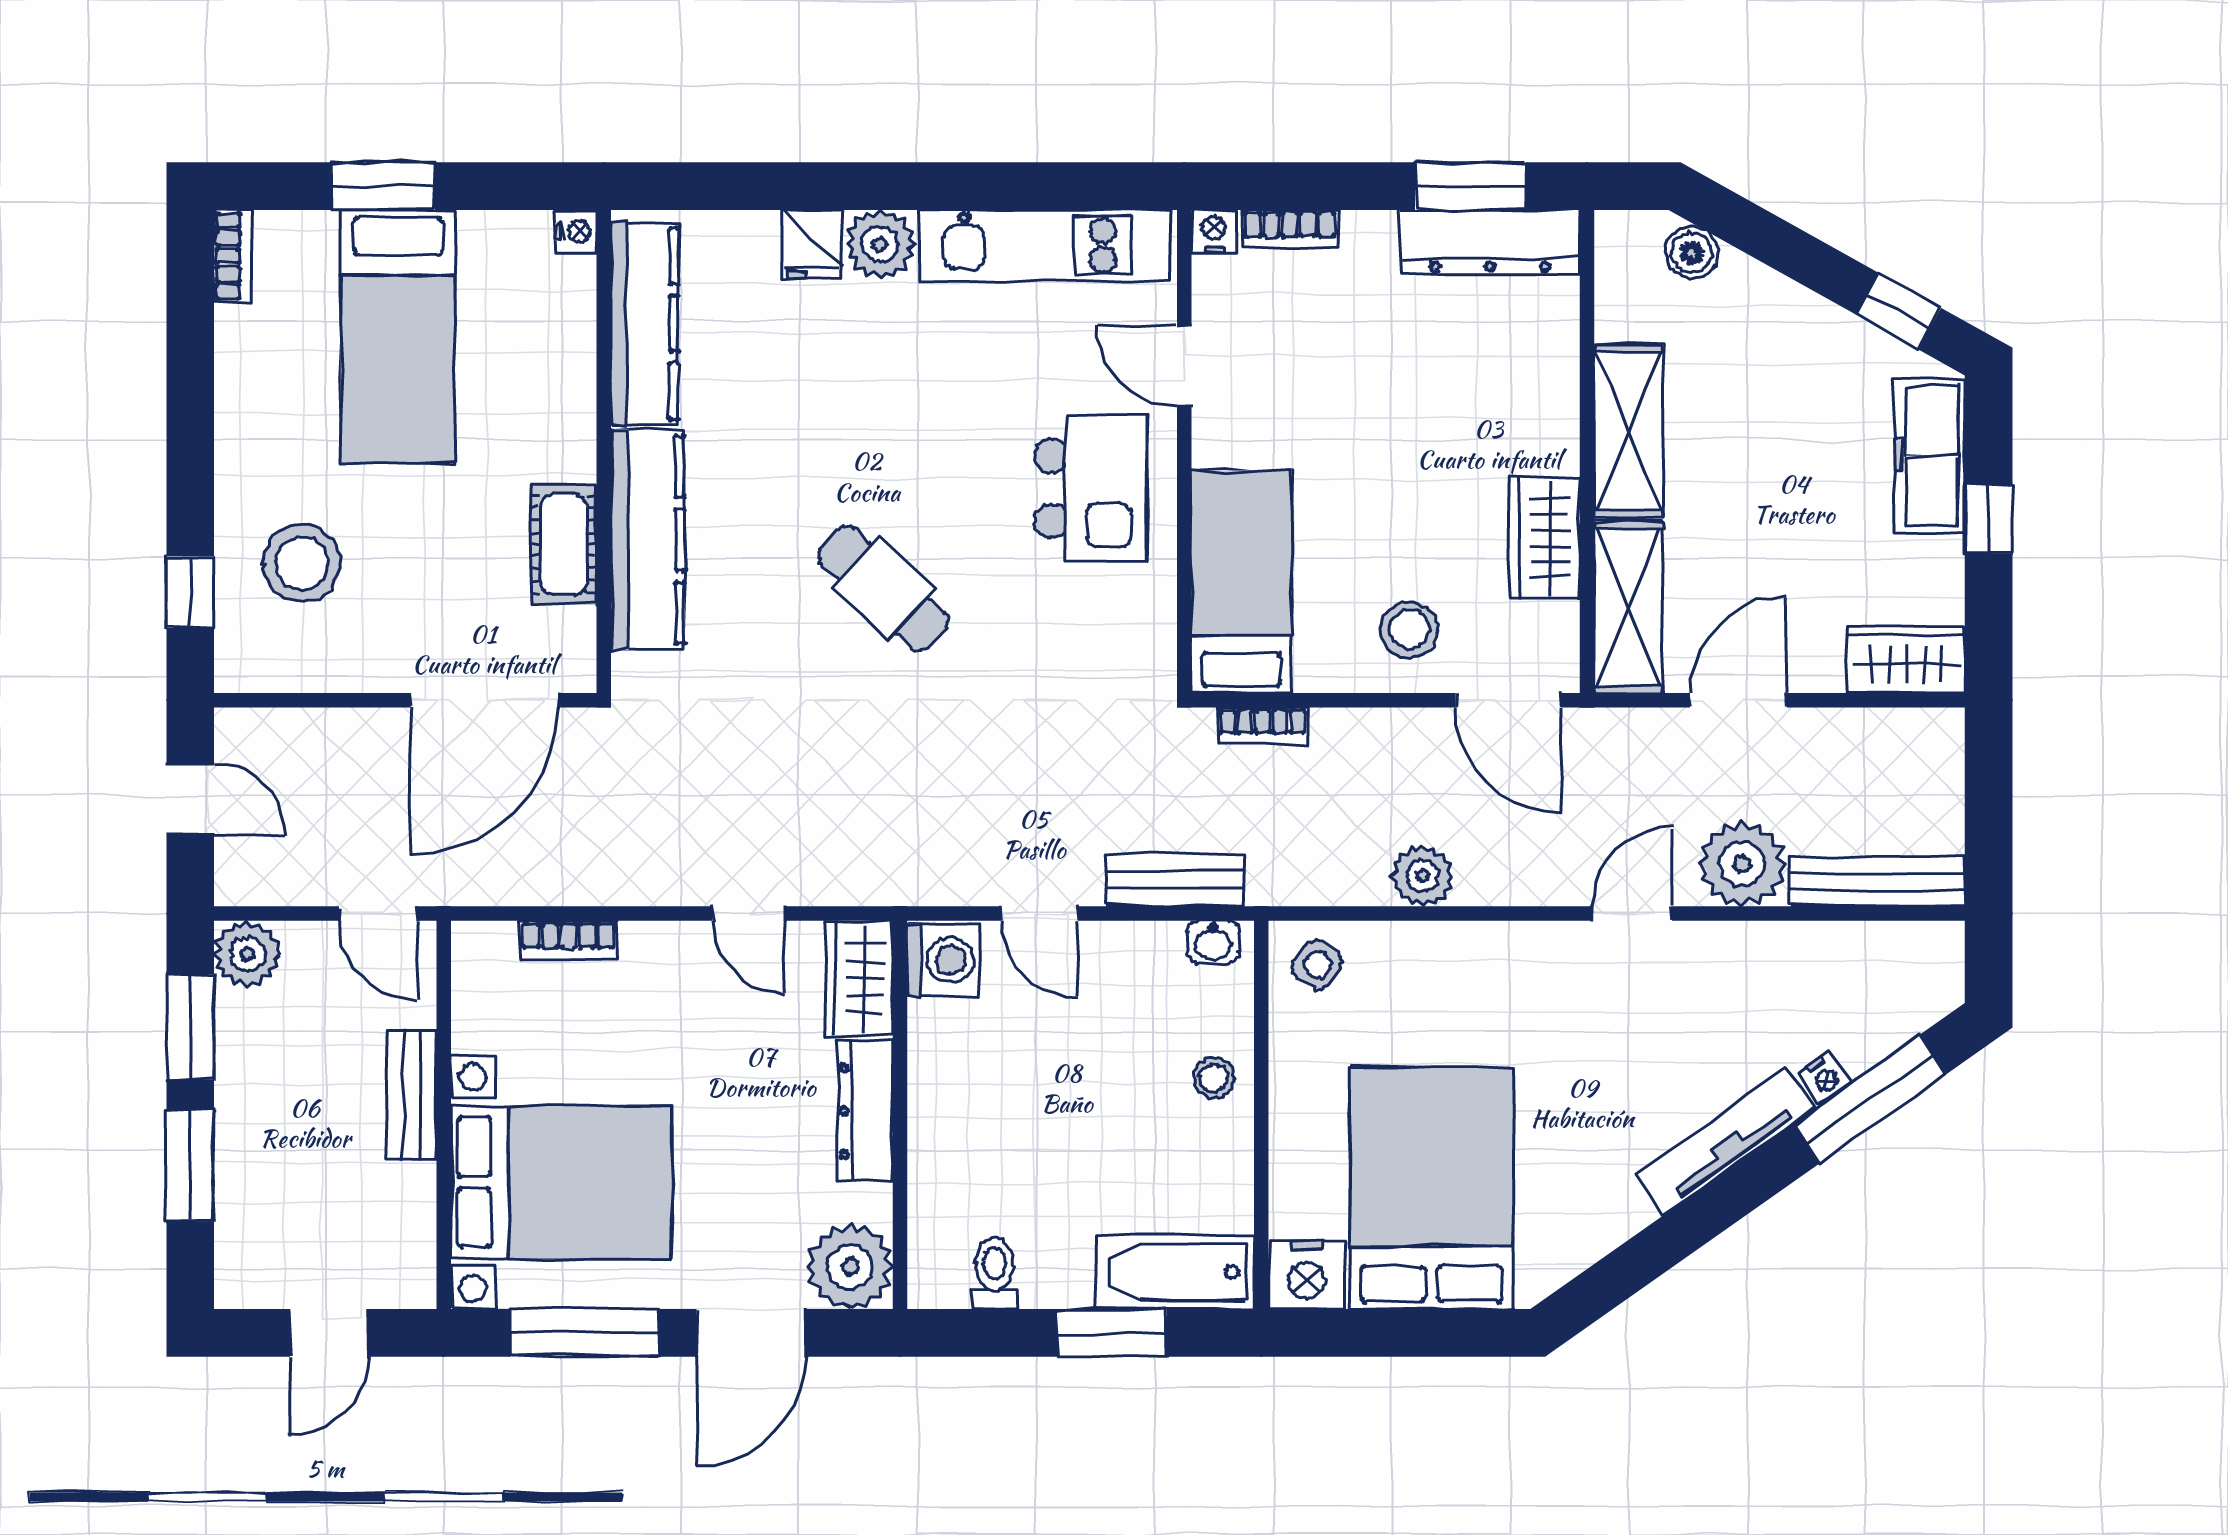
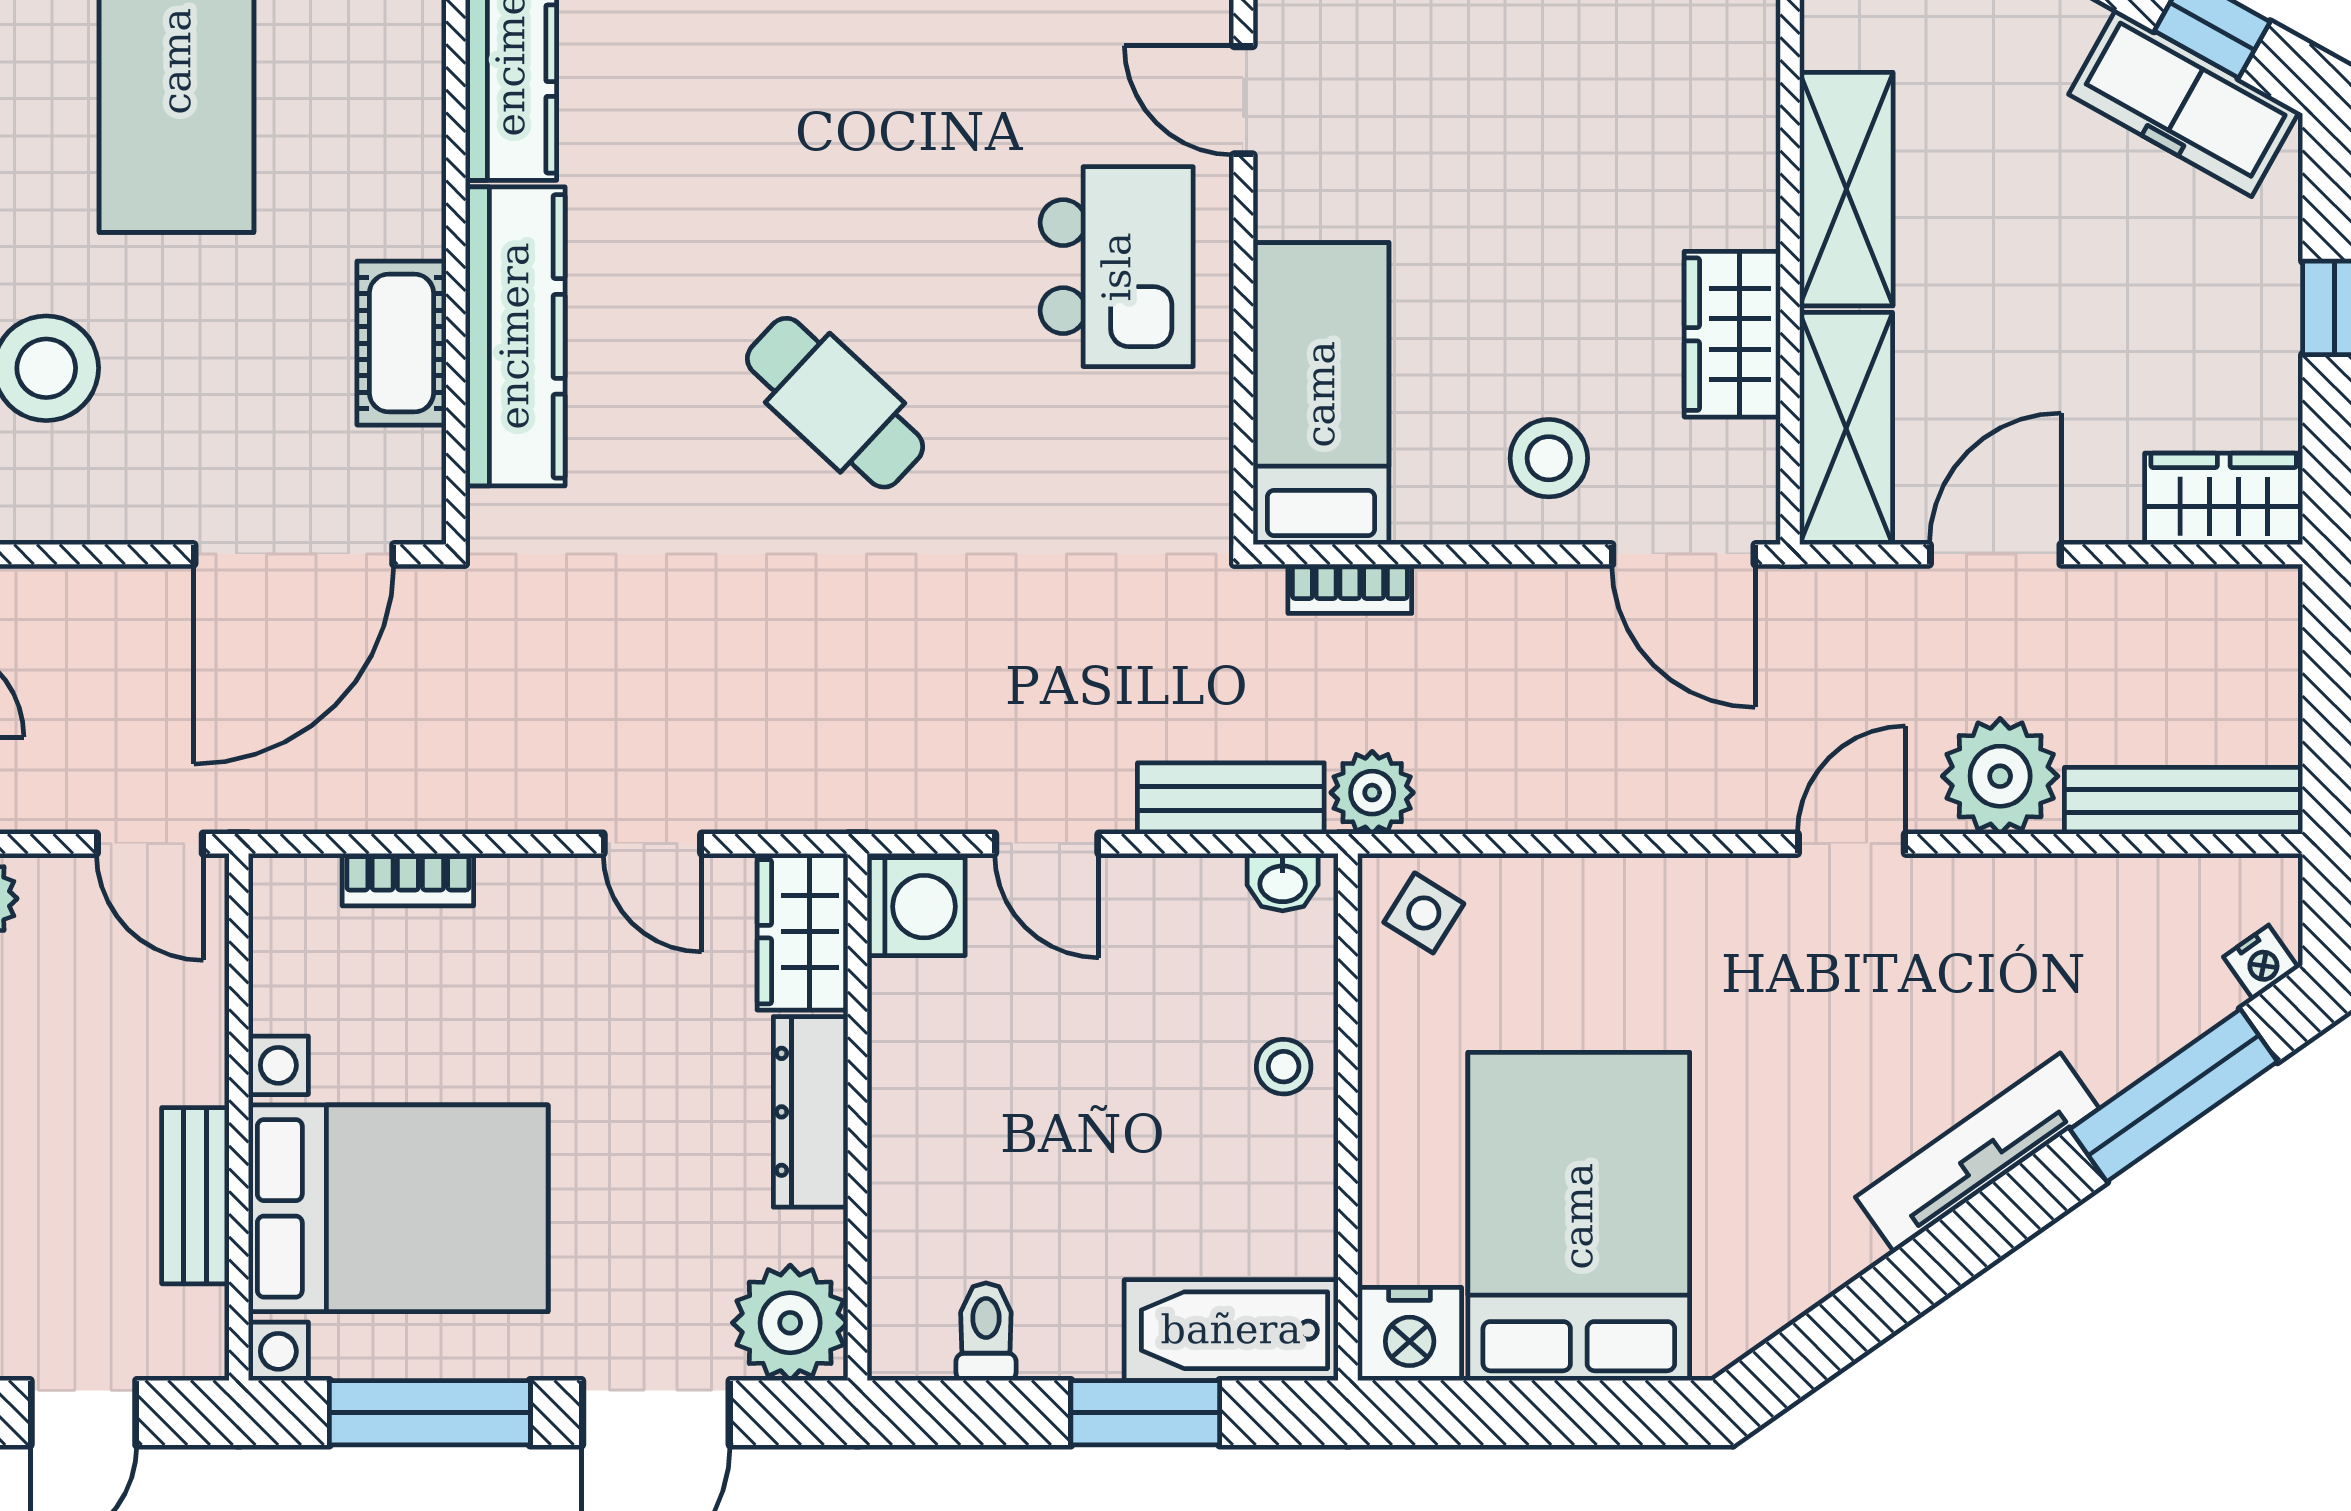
freezer: (1929, 456) -> (2184, 103), moved, turned -61
plant: (1423, 876) -> (1372, 793), moved
nightstand: (1825, 1078) -> (2261, 962), moved
bench: (412, 1095) -> (195, 1196), moved

